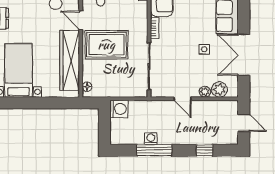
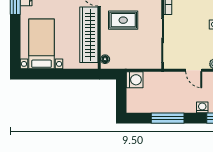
rug: (106, 45) -> (123, 20), width x0.73, depth x0.70
washing machine: (151, 139) -> (202, 107), moved

